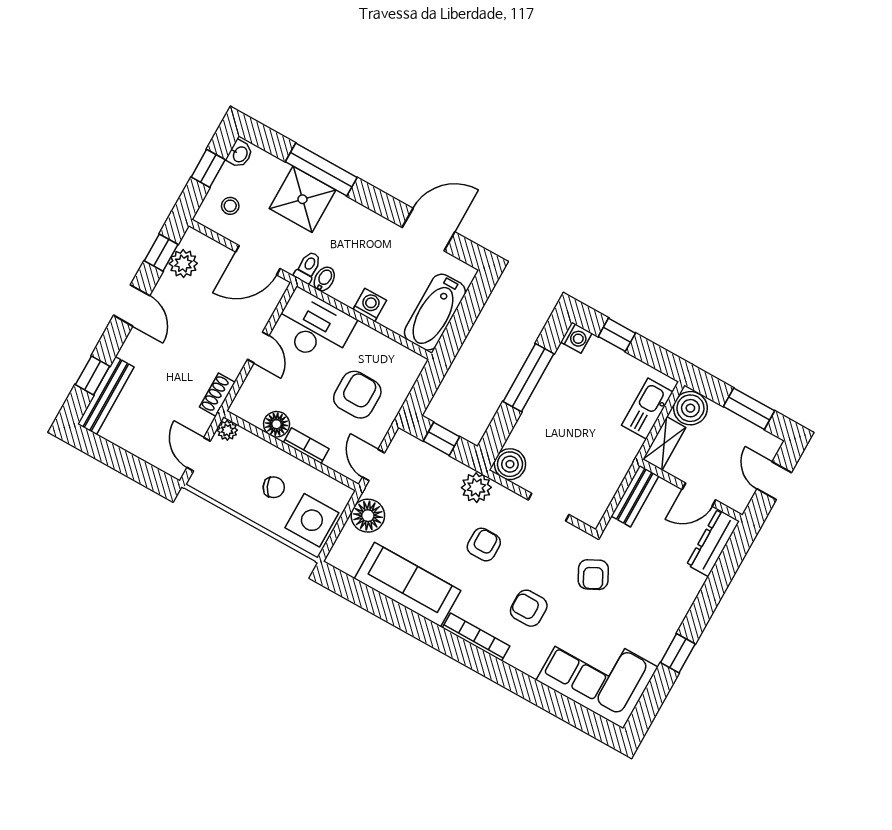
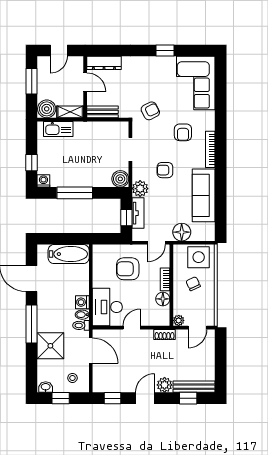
window: (321, 170) -> (32, 324), moved
plant: (183, 263) -> (165, 385), moved
washing machine: (370, 305) -> (82, 302), moved
tv unit: (438, 462) -> (138, 213), added

